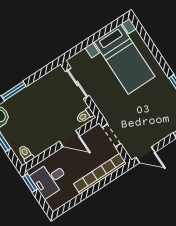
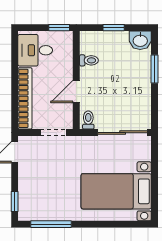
sliding door: (77, 83) -> (123, 133), width x1.37
toilet: (26, 154) -> (89, 60), moved
desk: (50, 179) -> (35, 50), moved, turned -90

